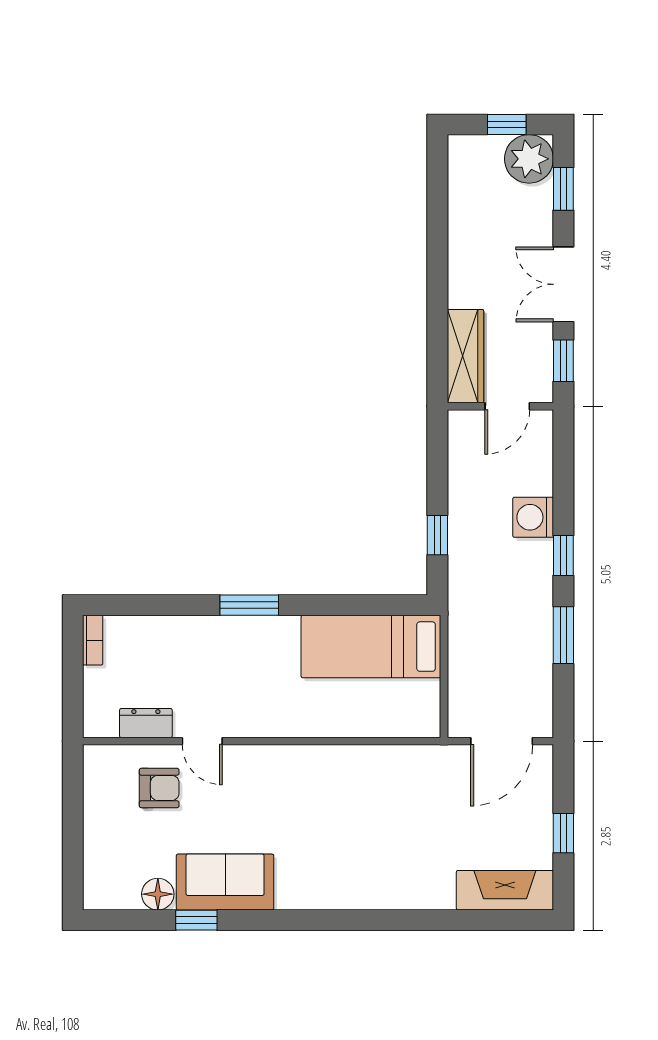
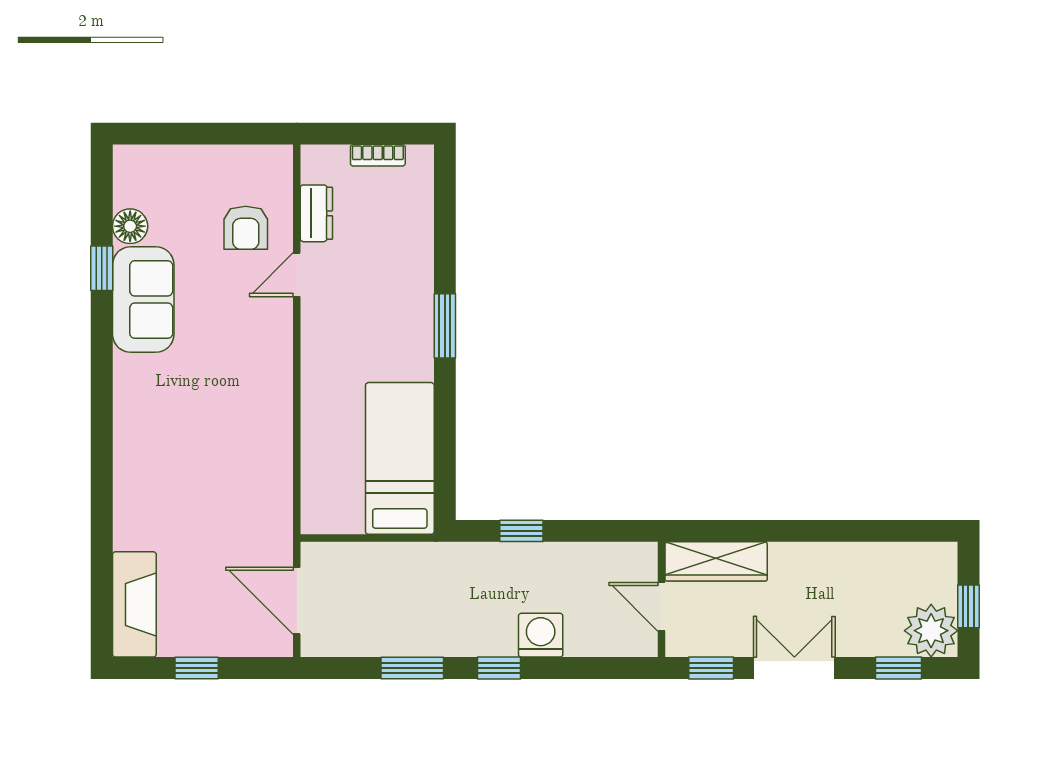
bookcase: (93, 640) -> (378, 155), moved

